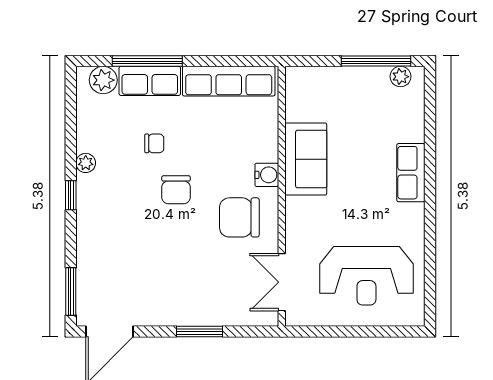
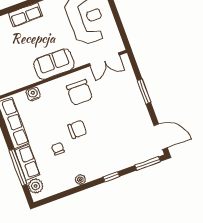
sofa: (306, 159) -> (54, 64), moved
water cooler: (267, 175) -> (33, 94), moved
window: (71, 195) -> (111, 177), moved

